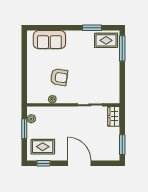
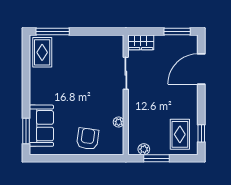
window: (92, 28) -> (26, 131), moved
armchair: (59, 77) -> (88, 139), moved
door: (79, 163) -> (201, 69), moved

